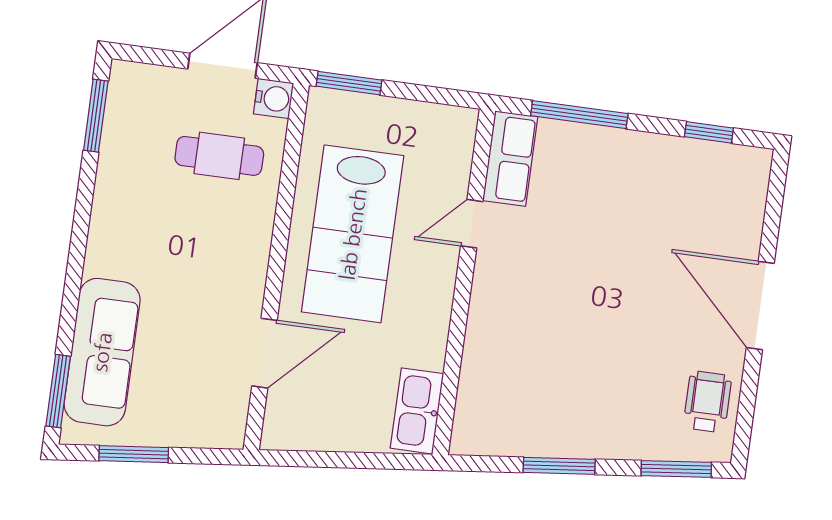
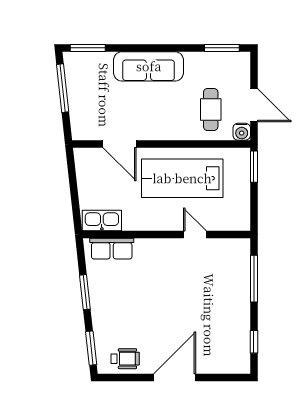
row of seats: (510, 159) -> (112, 249), moved
sofa: (102, 352) -> (149, 66), moved
window: (134, 454) -> (63, 88), width x1.44

